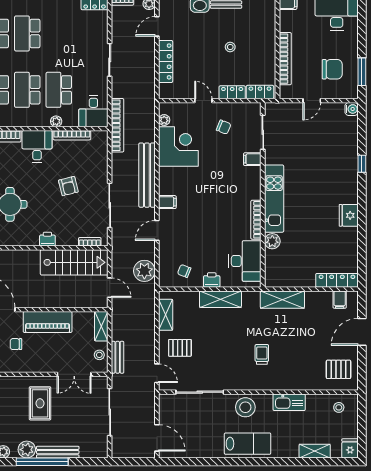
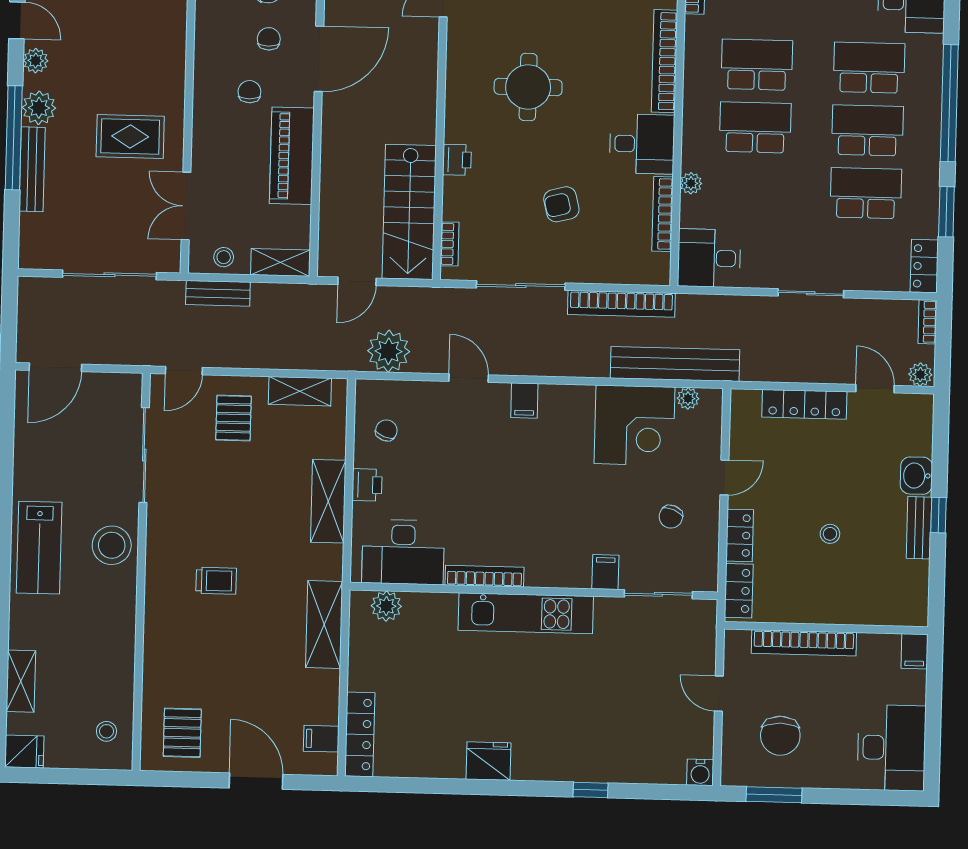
school desk: (59, 90) -> (866, 193), moved
bookcase: (118, 125) -> (621, 304), moved
bench: (147, 175) -> (675, 364), moved
plant: (272, 241) -> (386, 606), moved
kitchen sink: (289, 402) -> (119, 633), removed

